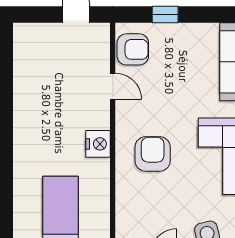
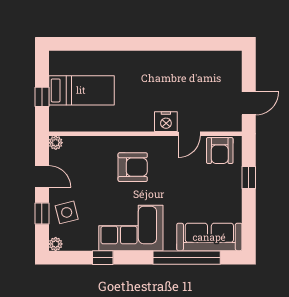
nightstand: (98, 144) -> (166, 122), moved

